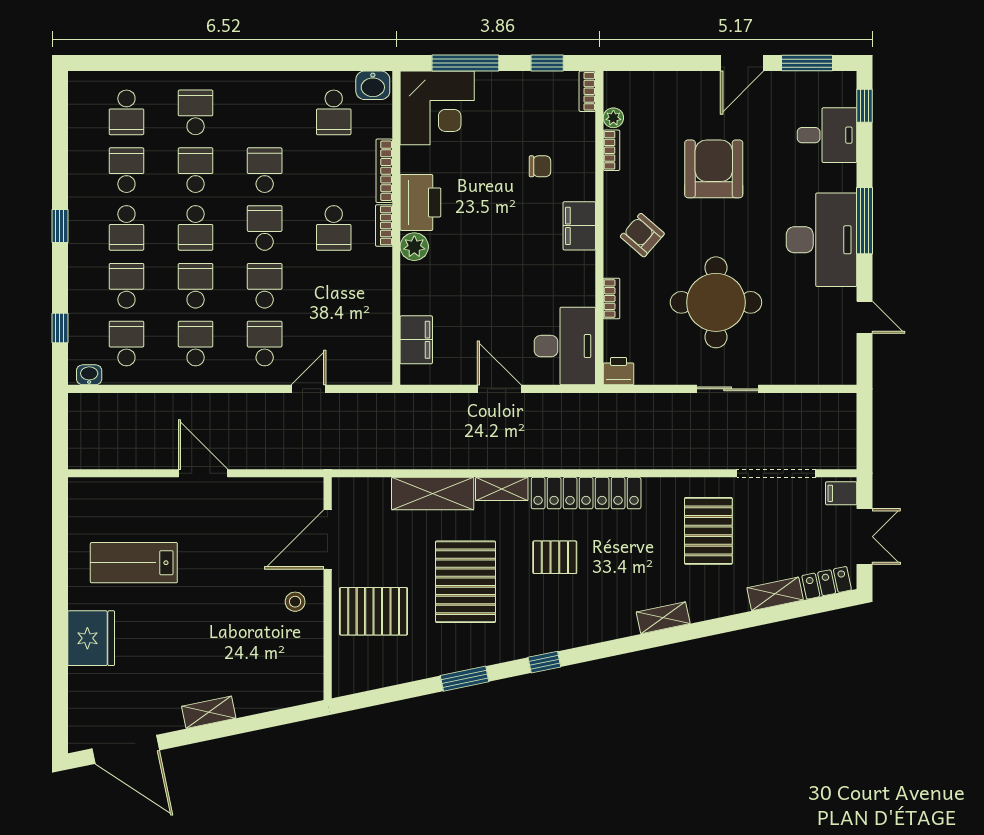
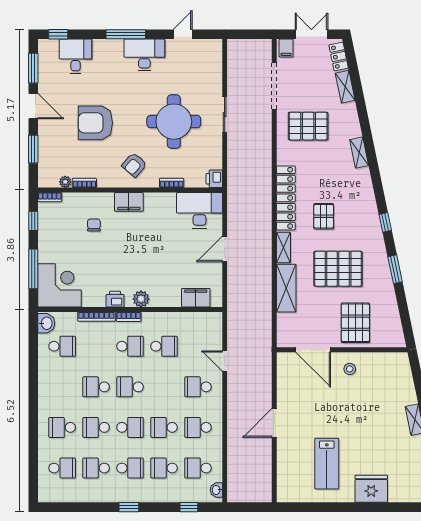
window: (669, 63) -> (33, 149), added
printer: (420, 202) -> (115, 299), width x0.53, depth x0.68
desk: (821, 240) -> (144, 55), width x0.73, depth x0.77
school desk: (265, 286) -> (164, 346), moved, turned 180

